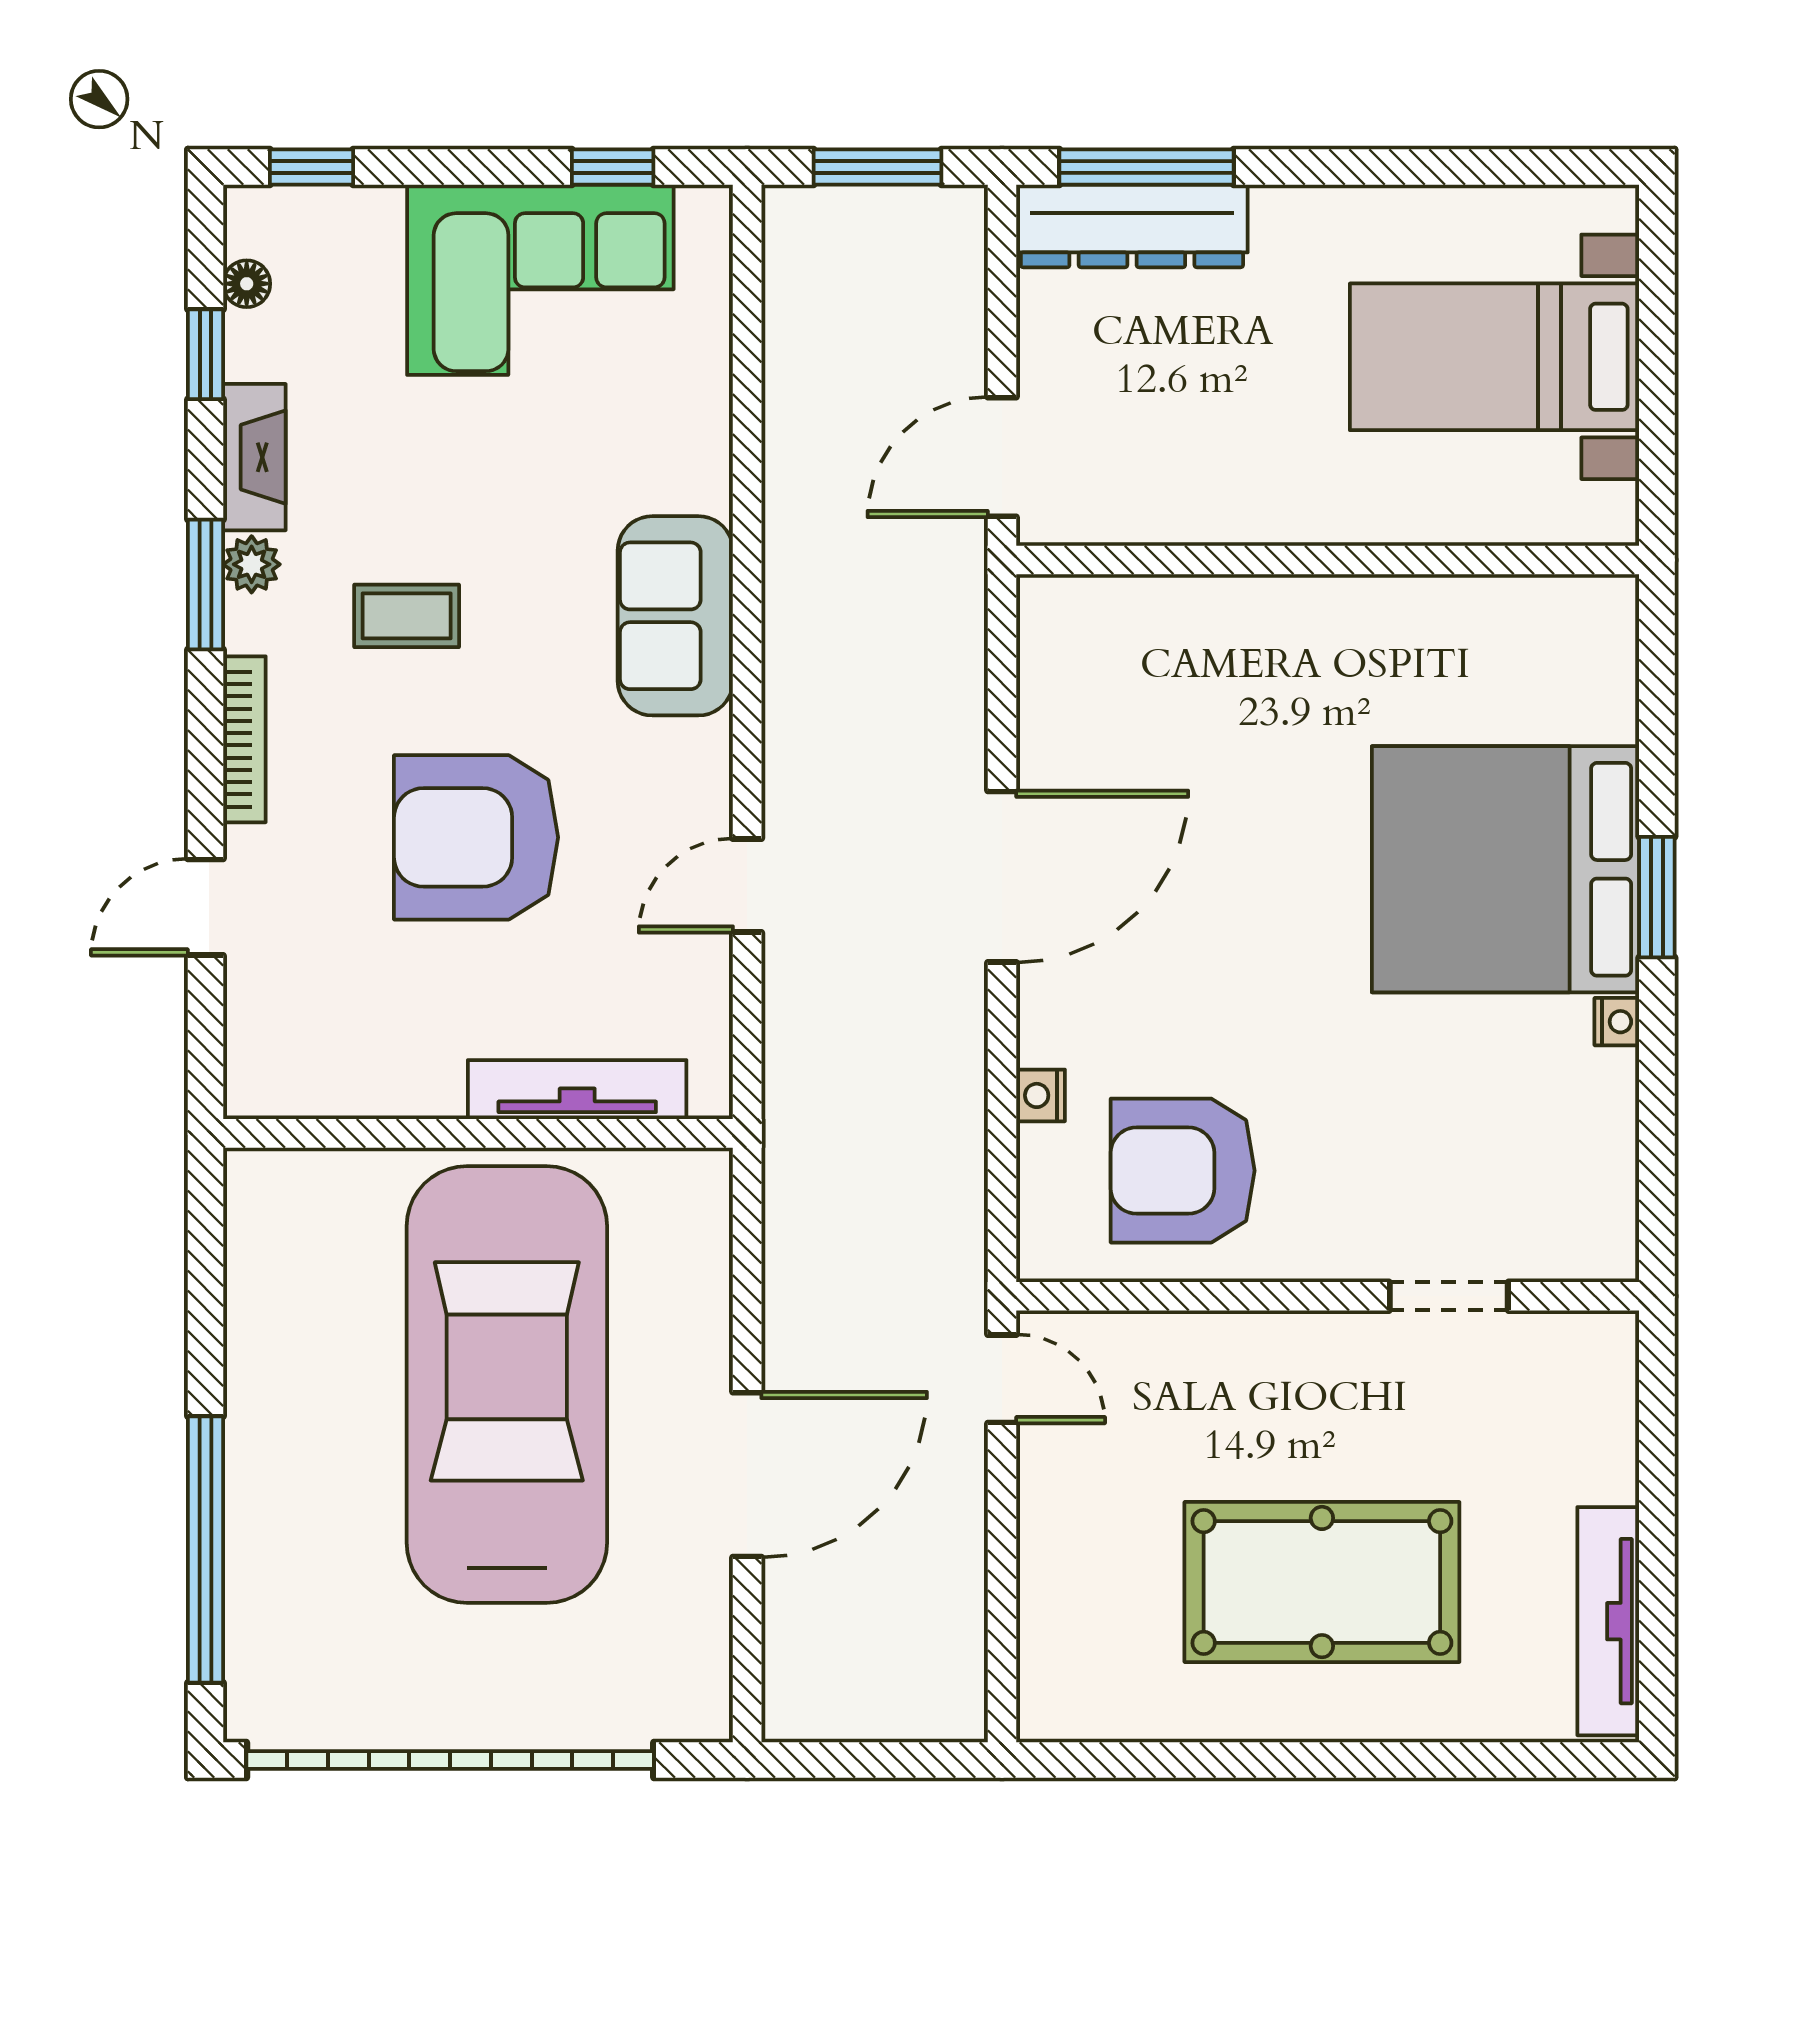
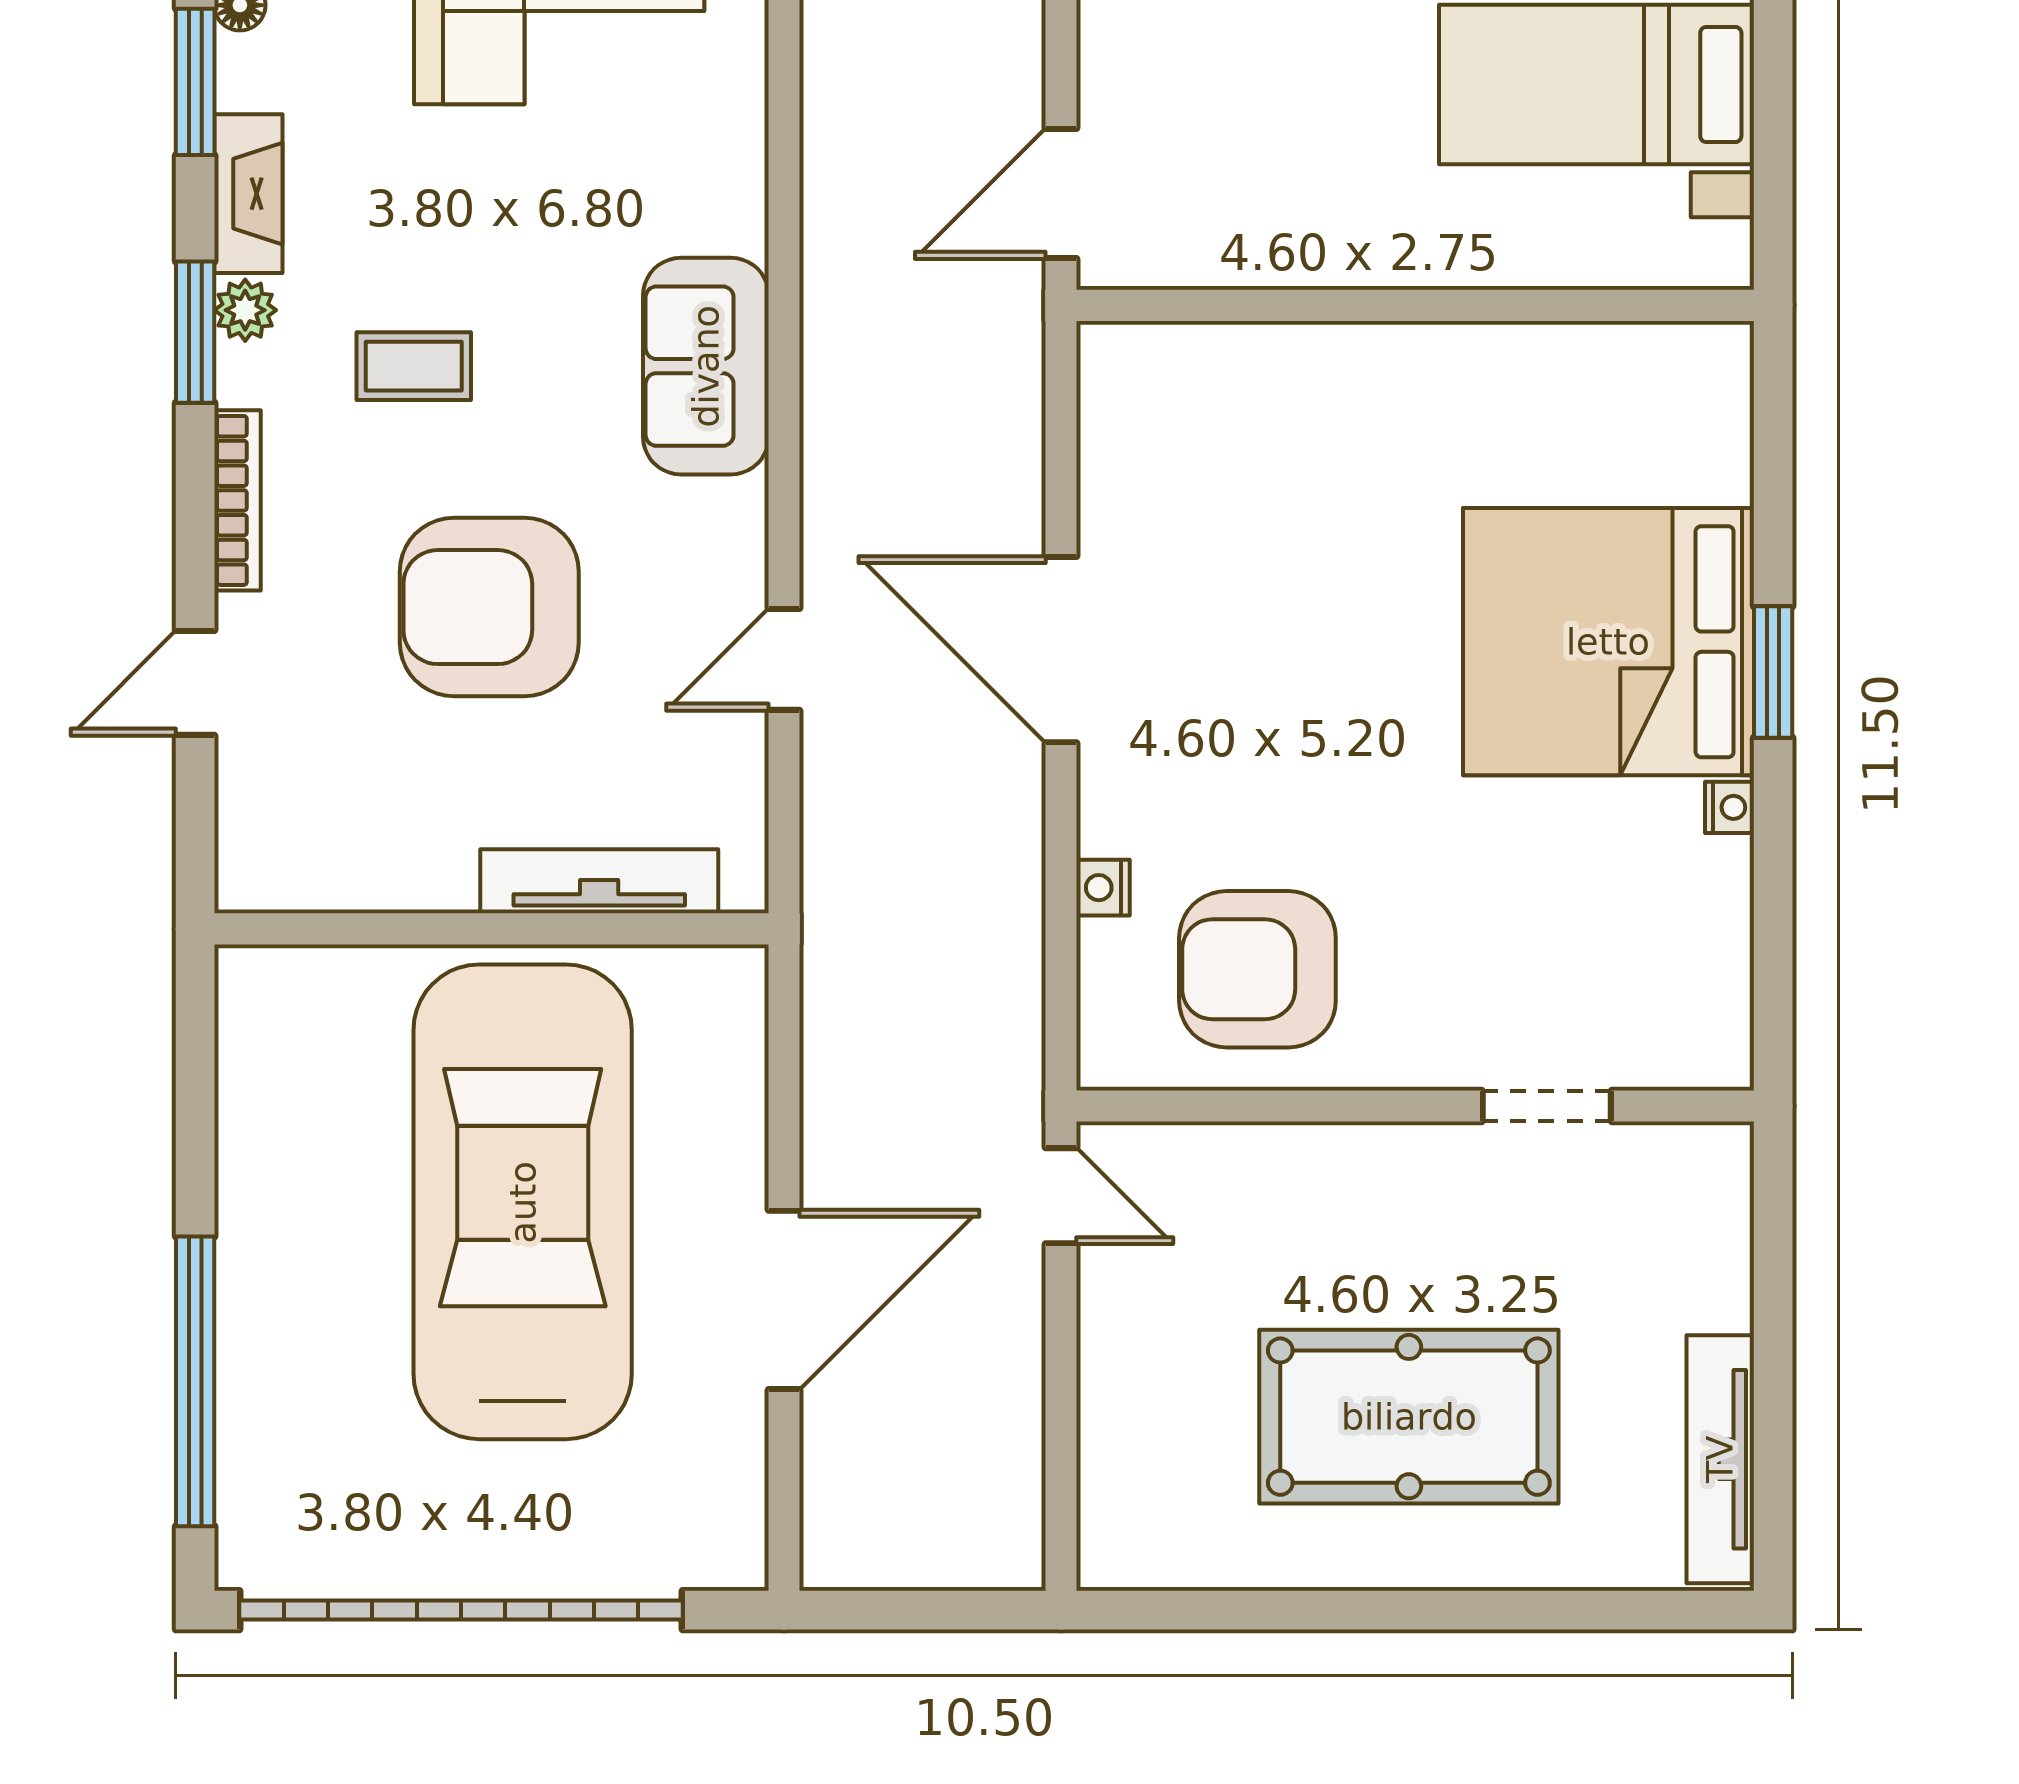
window: (206, 354) -> (195, 82), width x1.50
door: (1002, 877) -> (1061, 650), swing flipped

